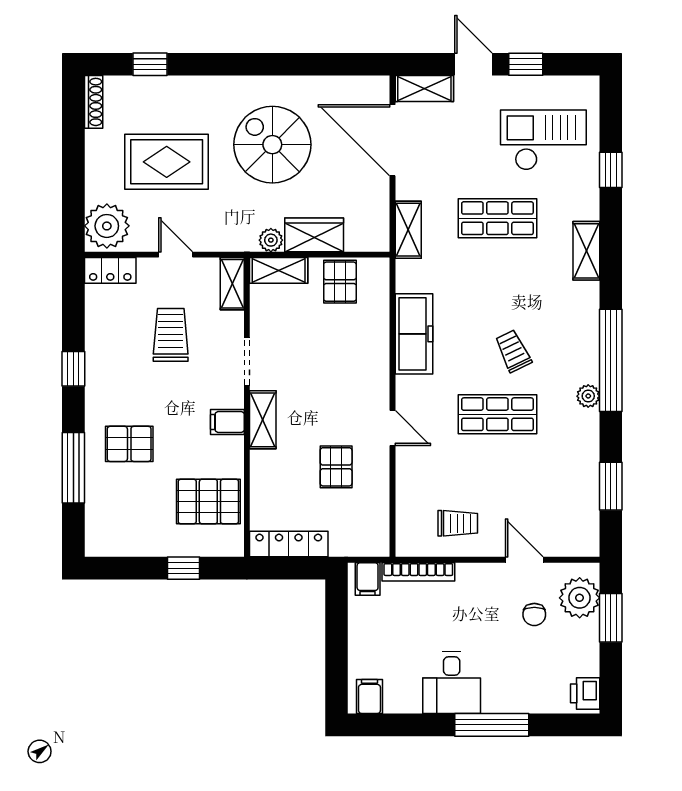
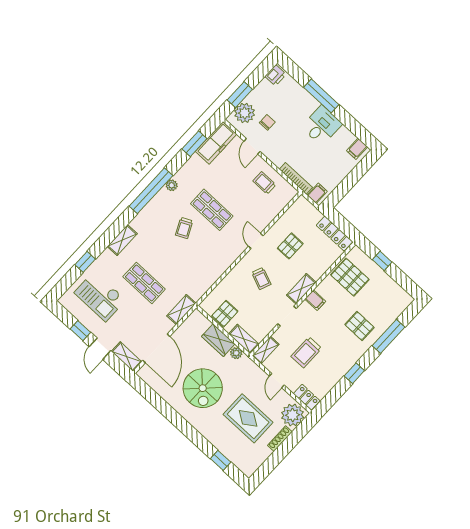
shoe rack: (94, 102) -> (280, 439), moved
freezer: (414, 334) -> (216, 143), moved, turned 180
trolley: (334, 381) -> (261, 278), added

